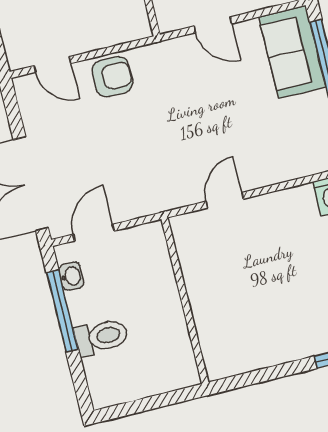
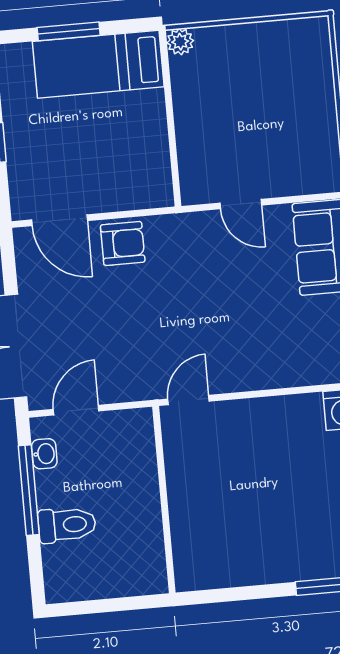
door: (52, 65) -> (59, 220), width x1.37
door: (225, 200) -> (189, 400), moved

